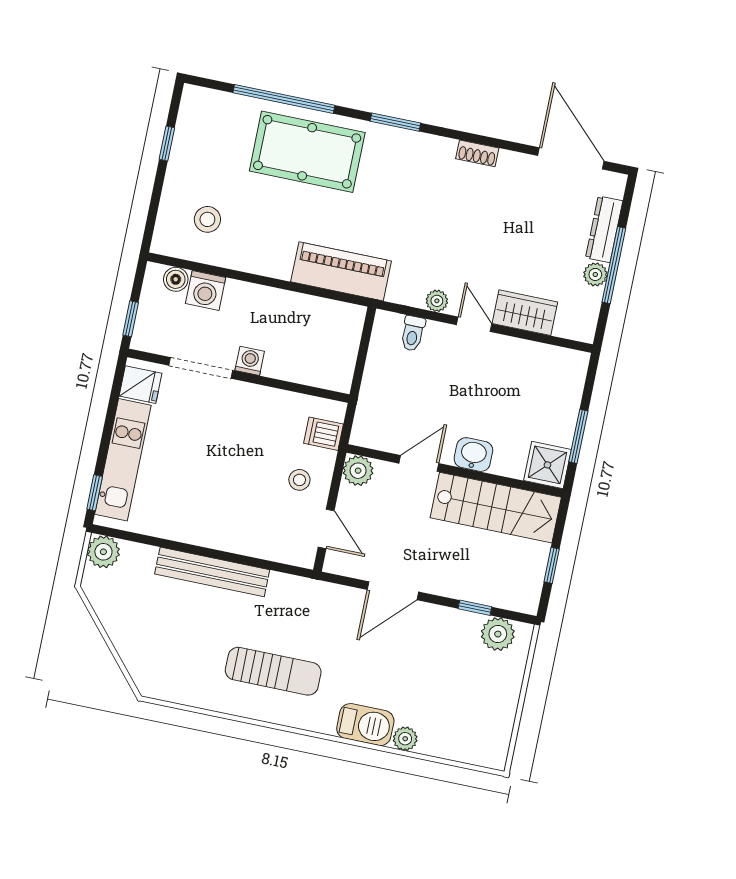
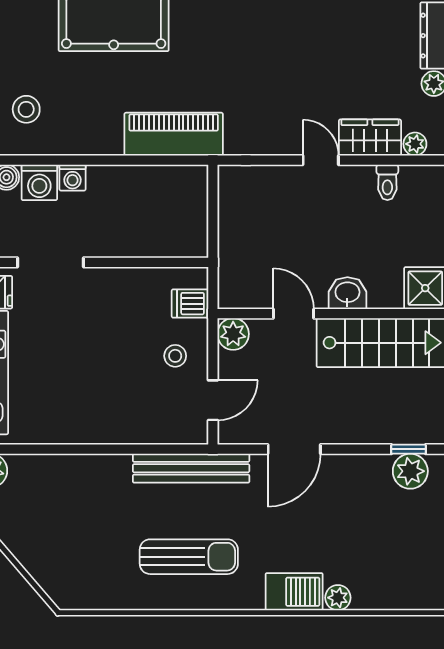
plant: (437, 301) -> (415, 144), moved
toilet: (413, 333) -> (387, 182), moved
washing machine: (250, 361) -> (73, 178), moved, turned 180
door: (419, 463) -> (294, 314), hinge flipped
door: (326, 529) -> (213, 400), hinge flipped
bench: (212, 572) -> (191, 468), moved
window: (475, 608) -> (408, 449), moved

